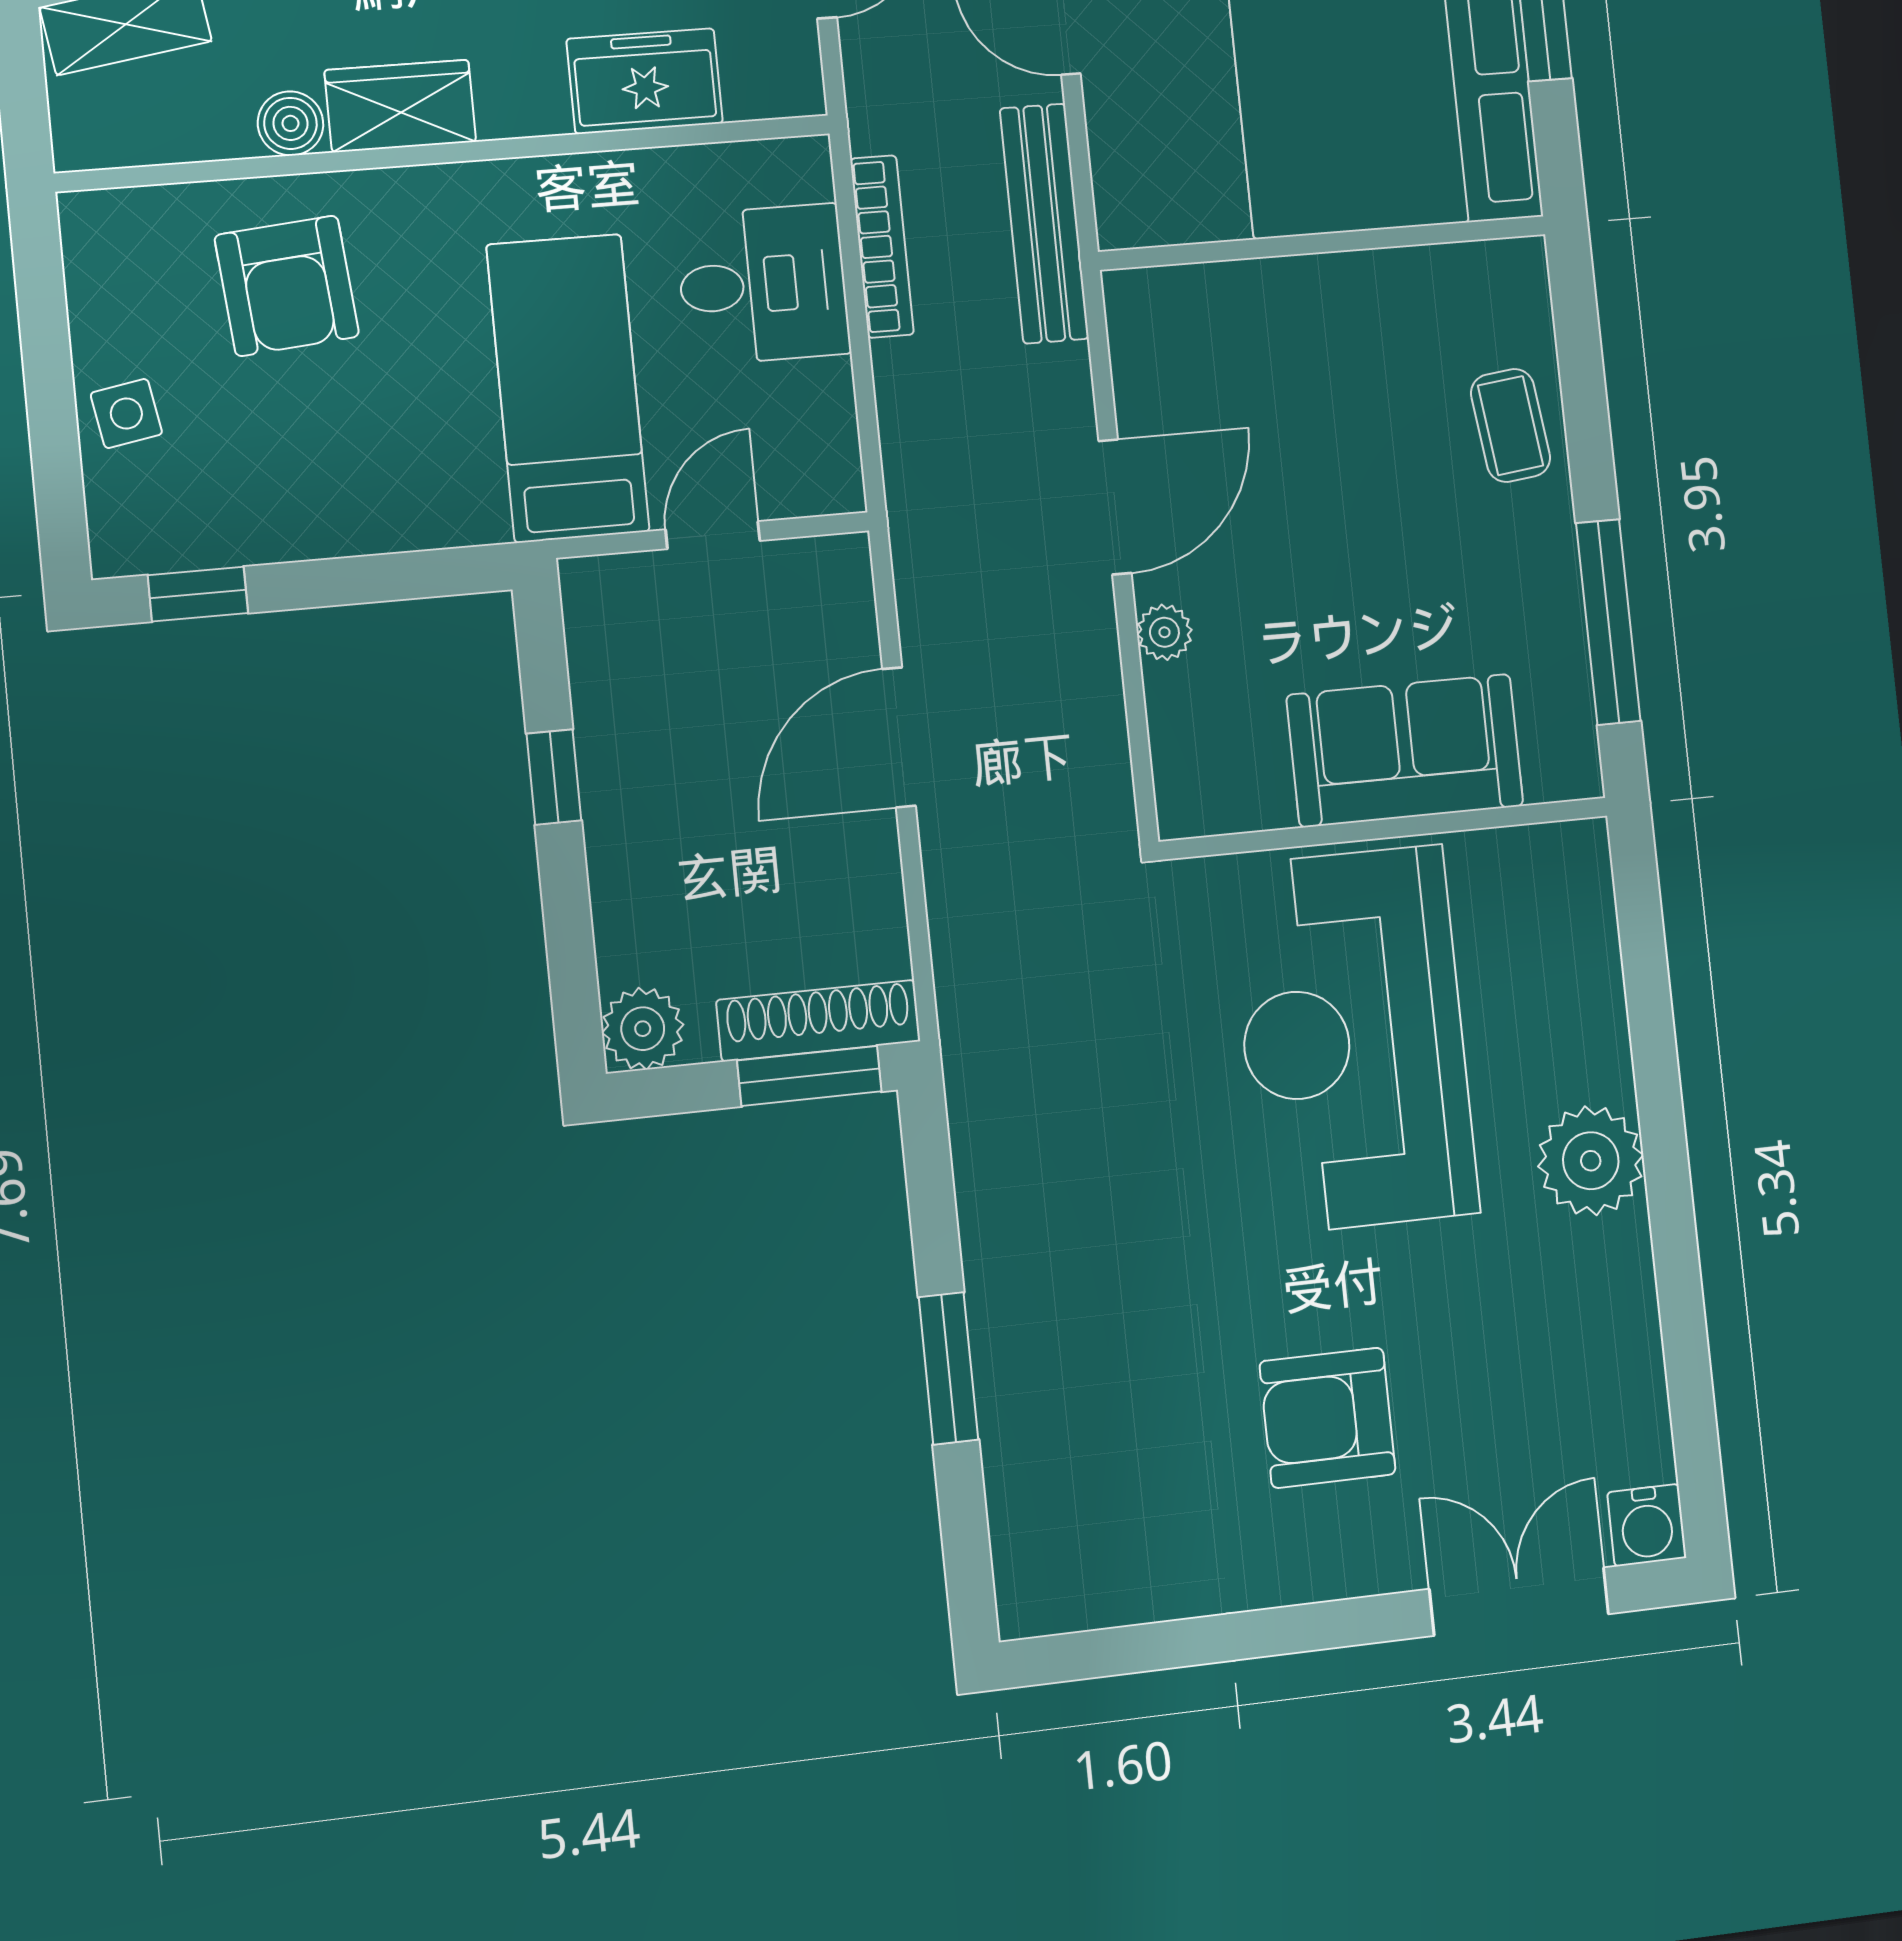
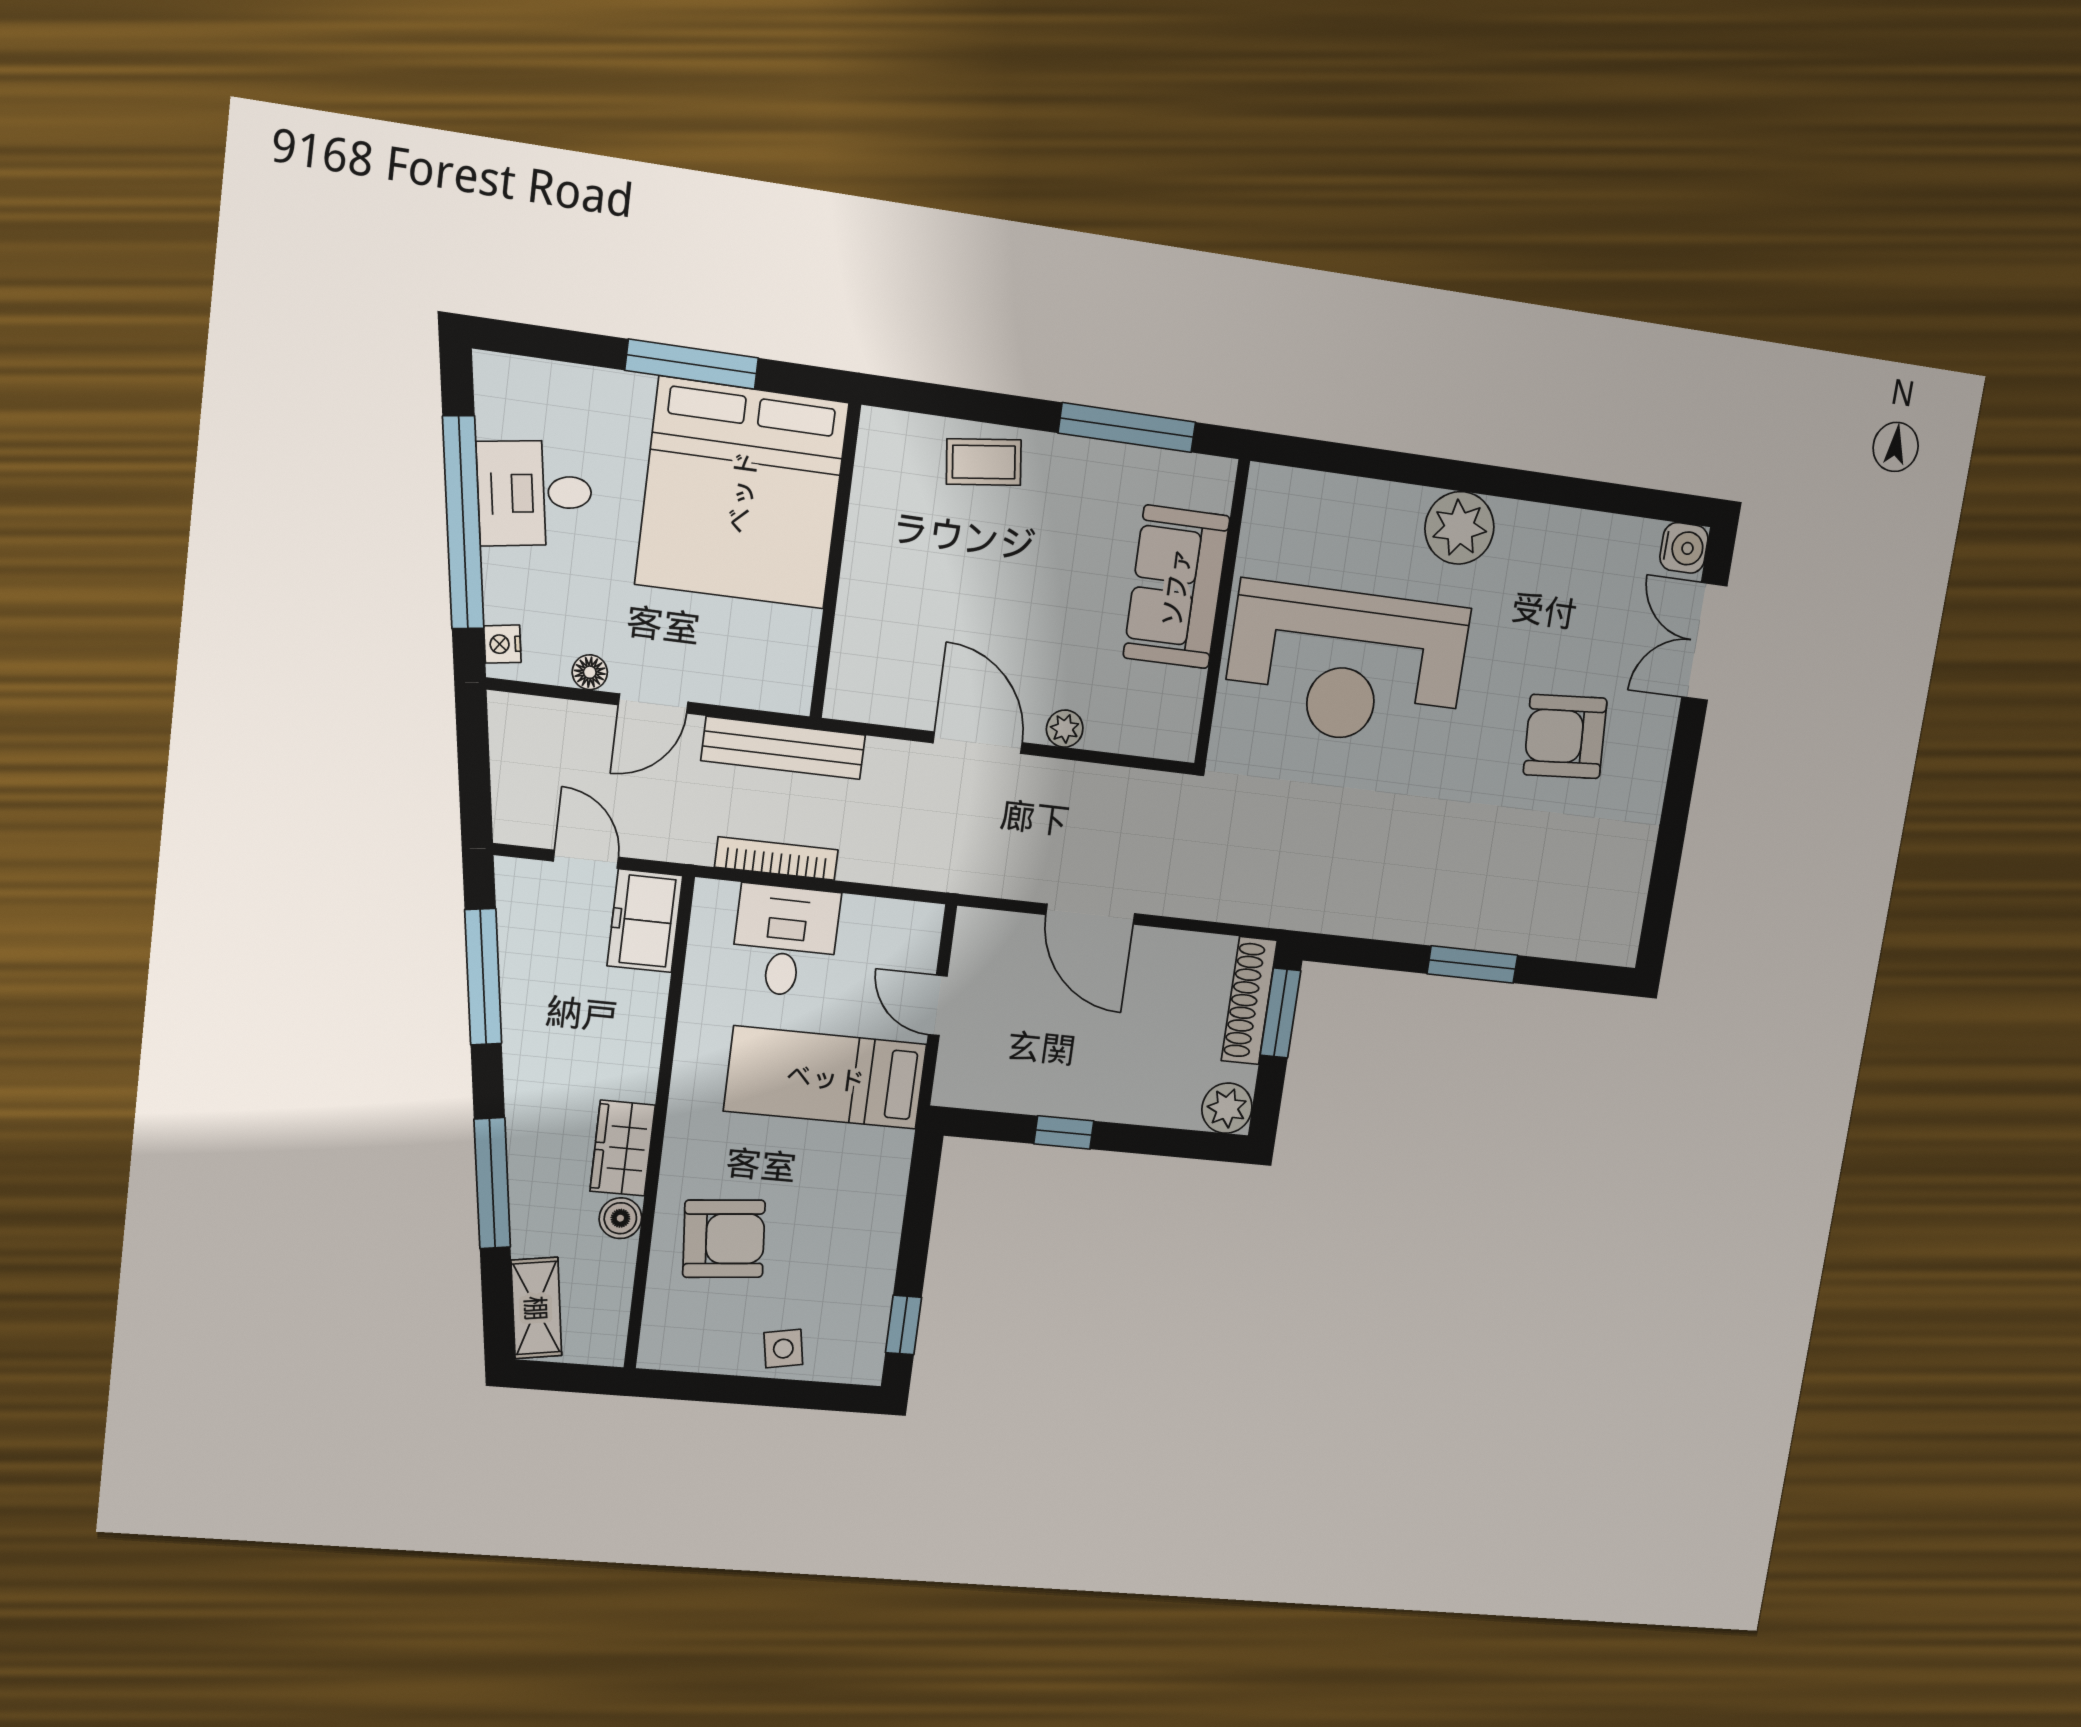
freezer: (645, 81) -> (645, 921), moved
armchair: (1328, 1418) -> (1565, 736), turned 86

